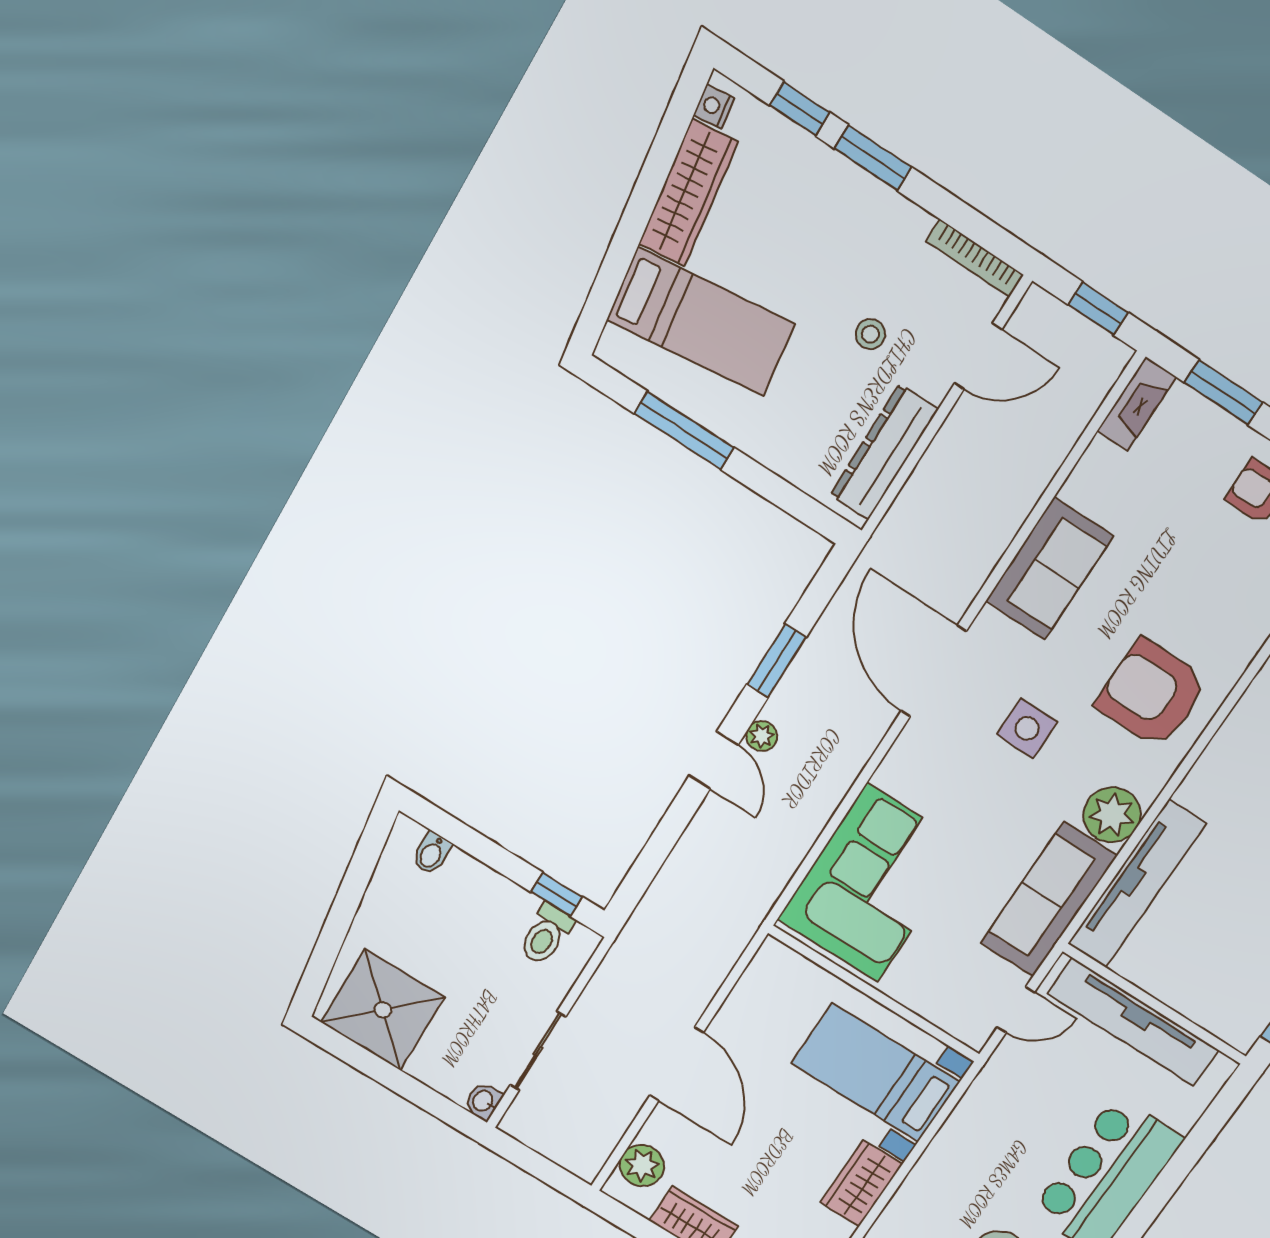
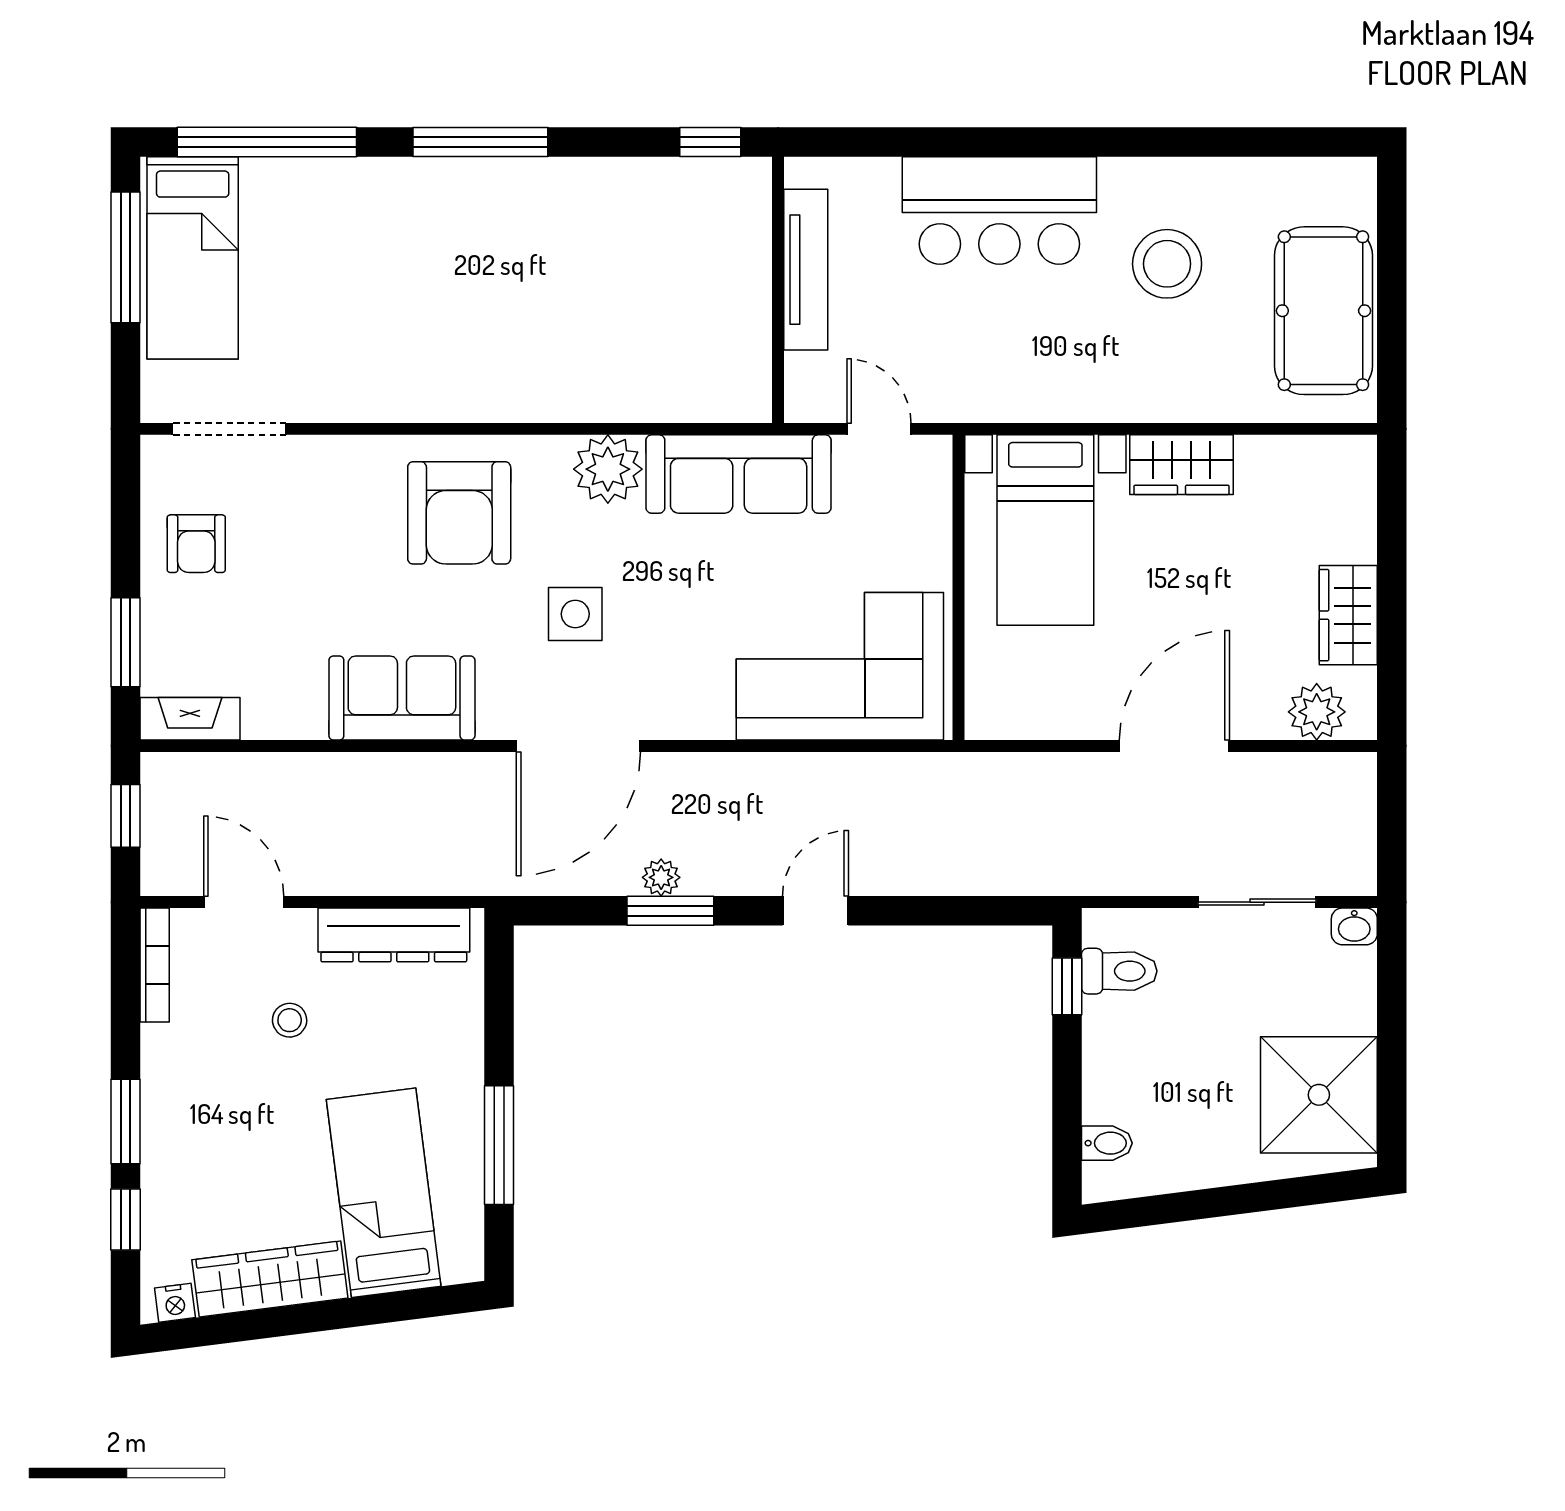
plant: (762, 736) -> (661, 877), moved
tv unit: (1137, 884) -> (663, 395), removed
tv unit: (1133, 1022) -> (806, 270), width x0.73, depth x0.78

